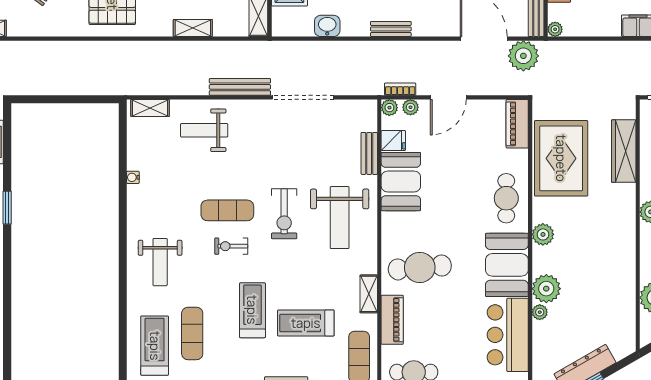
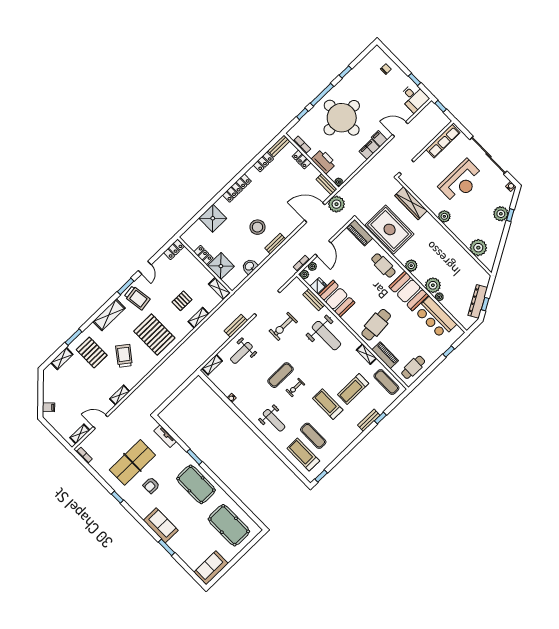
bench: (240, 87) -> (236, 326), width x0.73
exercise bike: (284, 214) -> (283, 326), moved, turned 90

